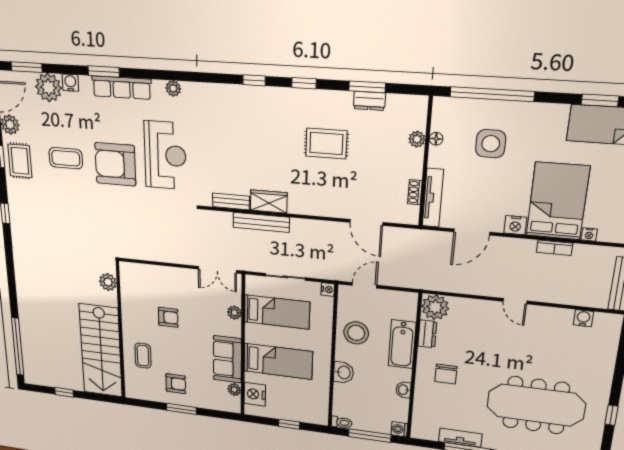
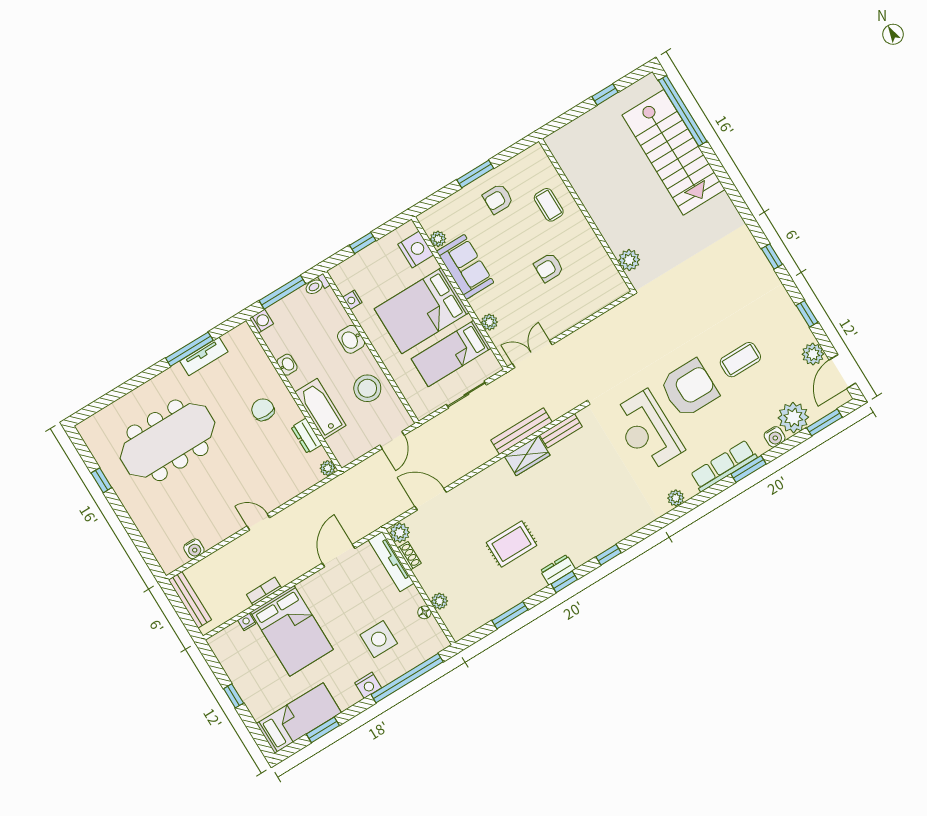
dresser: (369, 101) -> (558, 570), moved
rug: (20, 161) -> (785, 324), removed
plant: (409, 215) -> (400, 533), added
nightstand: (515, 225) -> (368, 685), moved, turned 180
nightstand: (328, 289) -> (352, 300), moved
plant: (435, 307) -> (328, 468), width x0.53, depth x0.53
stairs: (101, 351) -> (674, 152), moved, turned 180
bed: (278, 361) -> (422, 311), width x1.50

